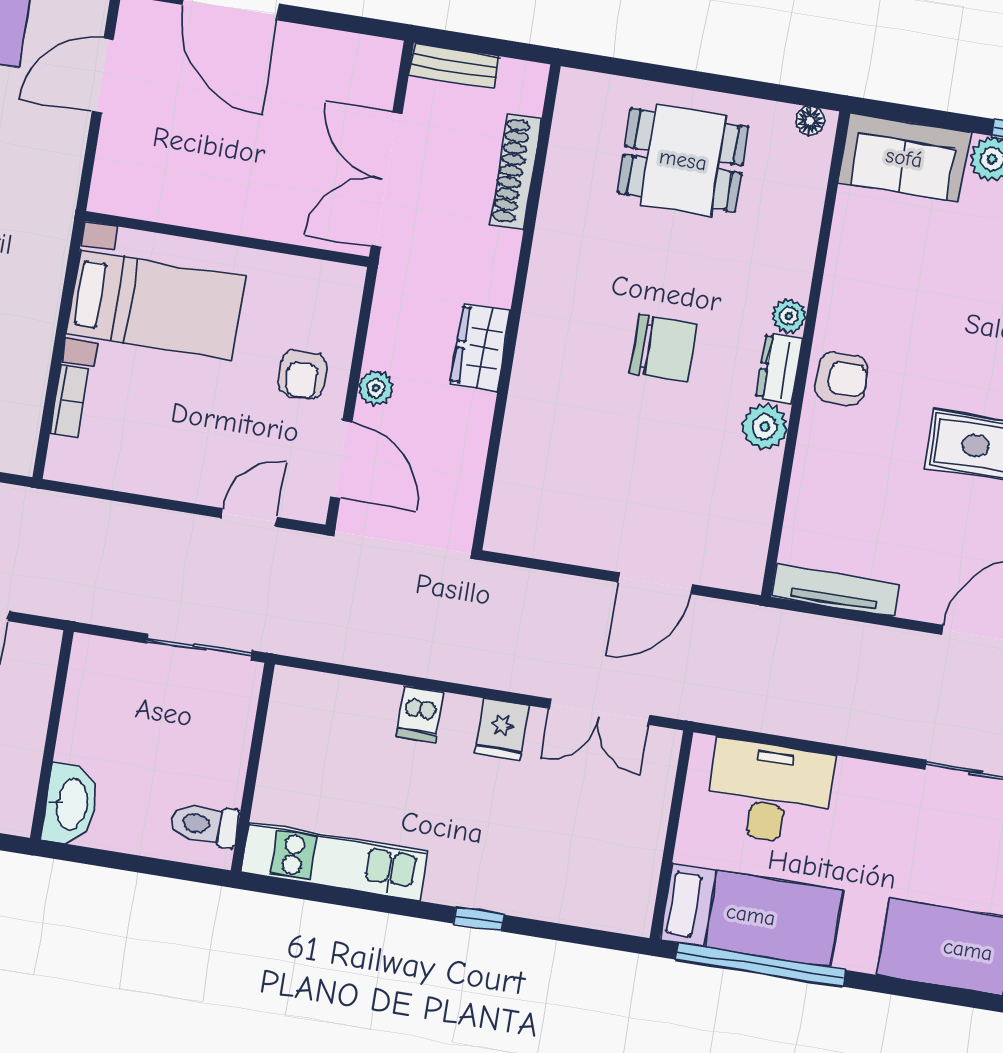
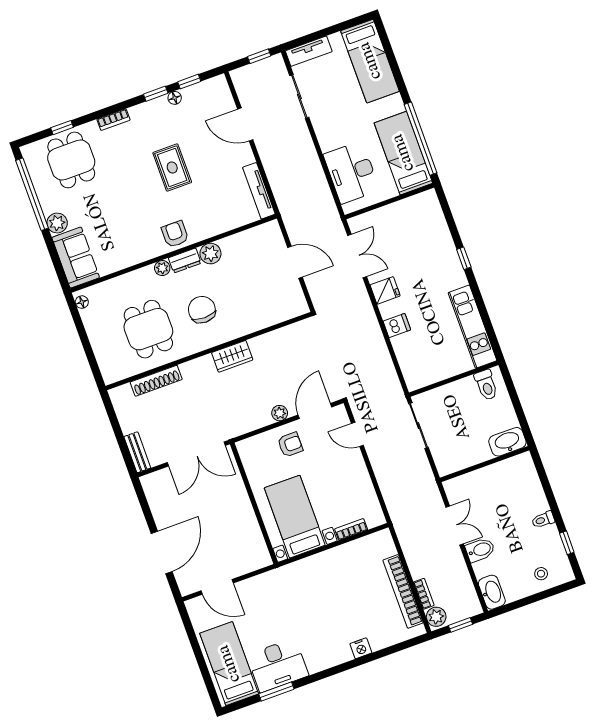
dining table: (683, 160) -> (148, 329), moved
shoe rack: (516, 172) -> (156, 381), moved
wall: (516, 307) -> (209, 351), moved
wardrobe: (481, 348) -> (232, 356), moved

